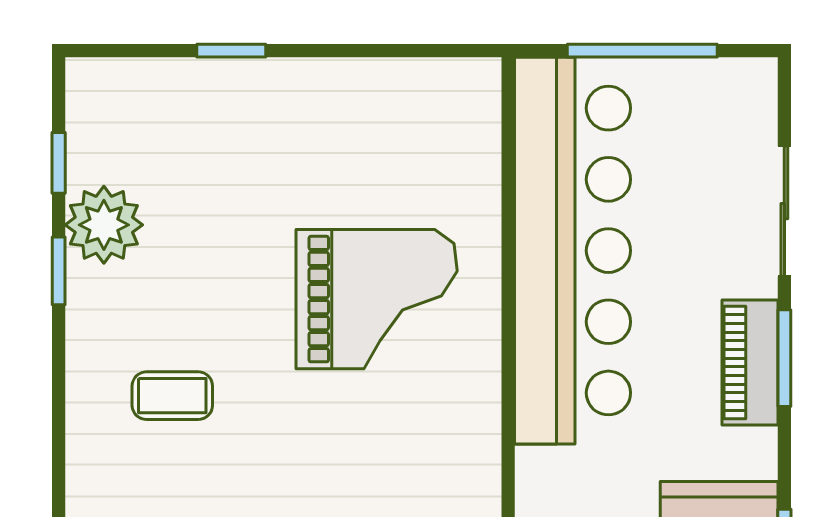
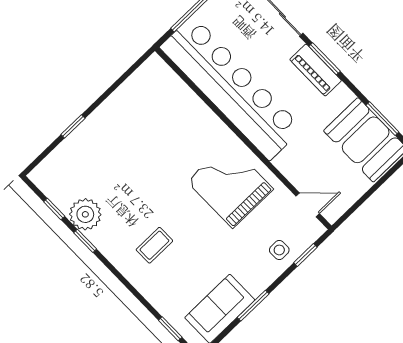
grand piano: (377, 299) -> (230, 185), moved, turned -90

